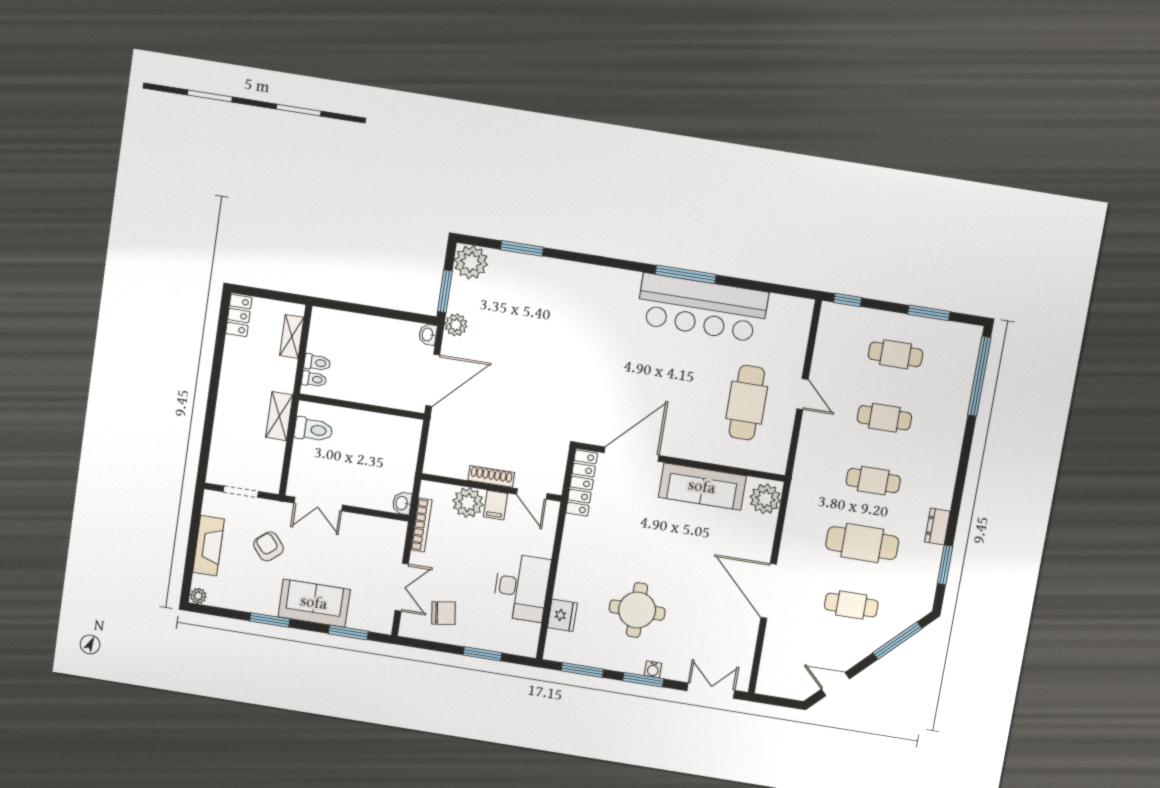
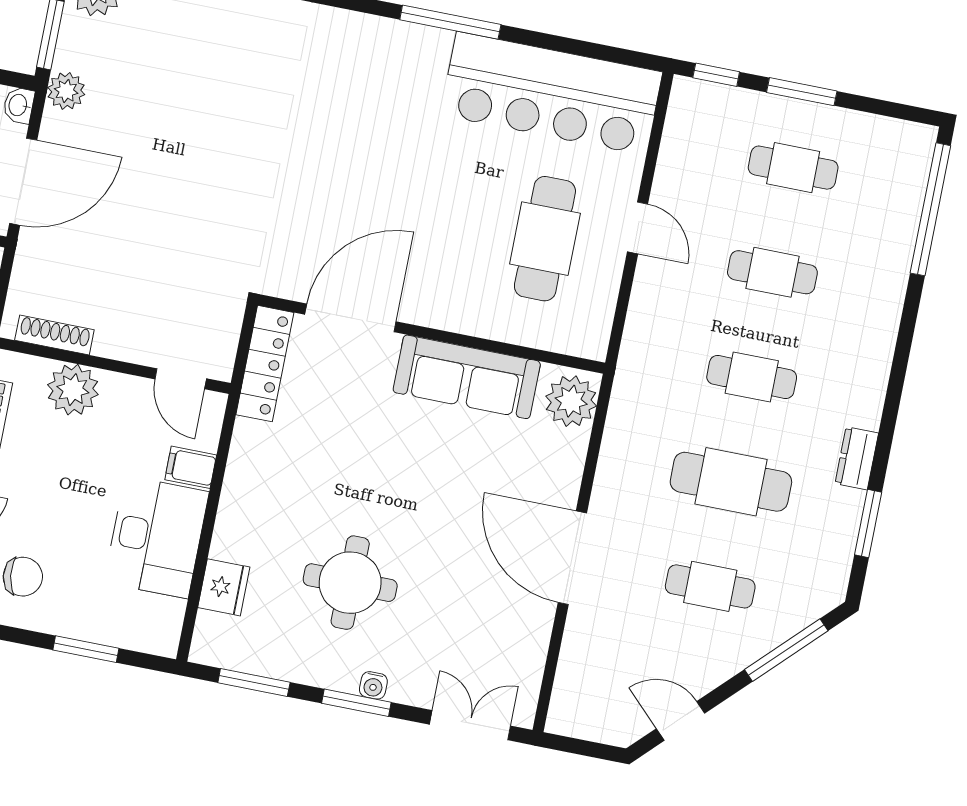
bar counter: (702, 308) -> (551, 93), moved
window: (929, 313) -> (802, 92), moved
shoe rack: (491, 476) -> (54, 335), moved
filing cabinet: (495, 505) -> (191, 467), moved, turned 90

